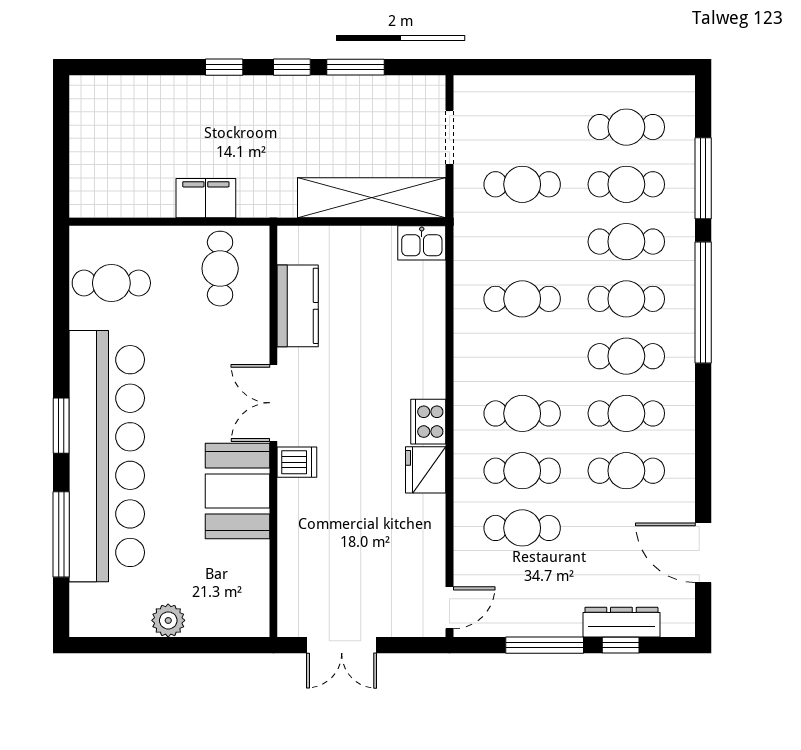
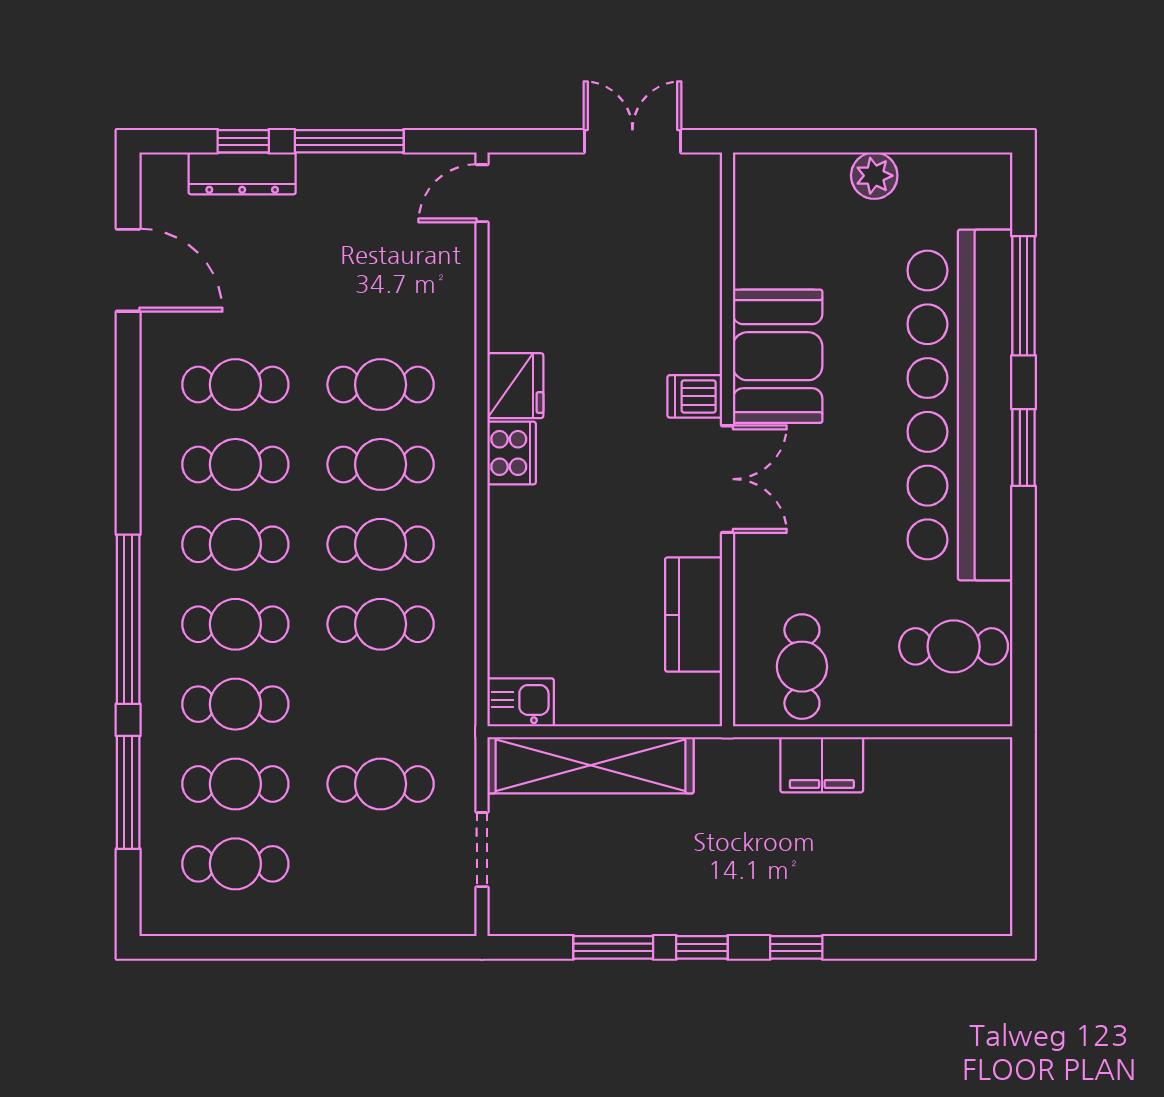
cafe table: (522, 528) -> (381, 544), moved

